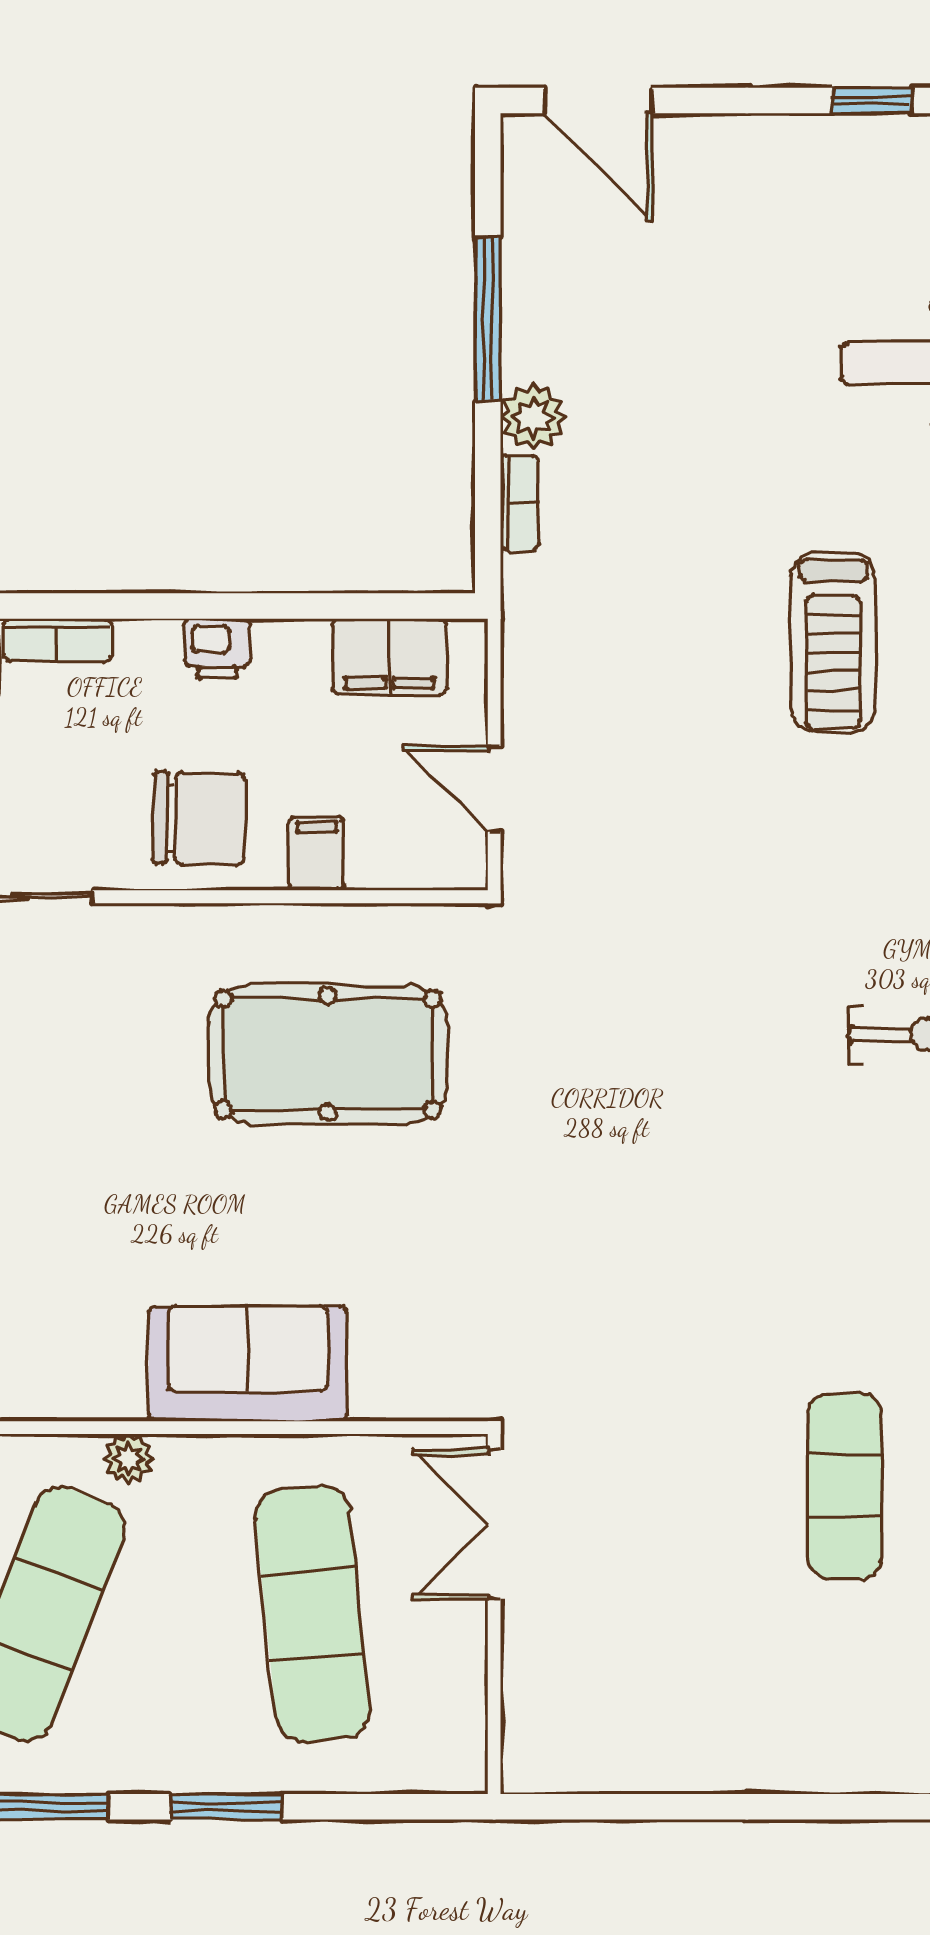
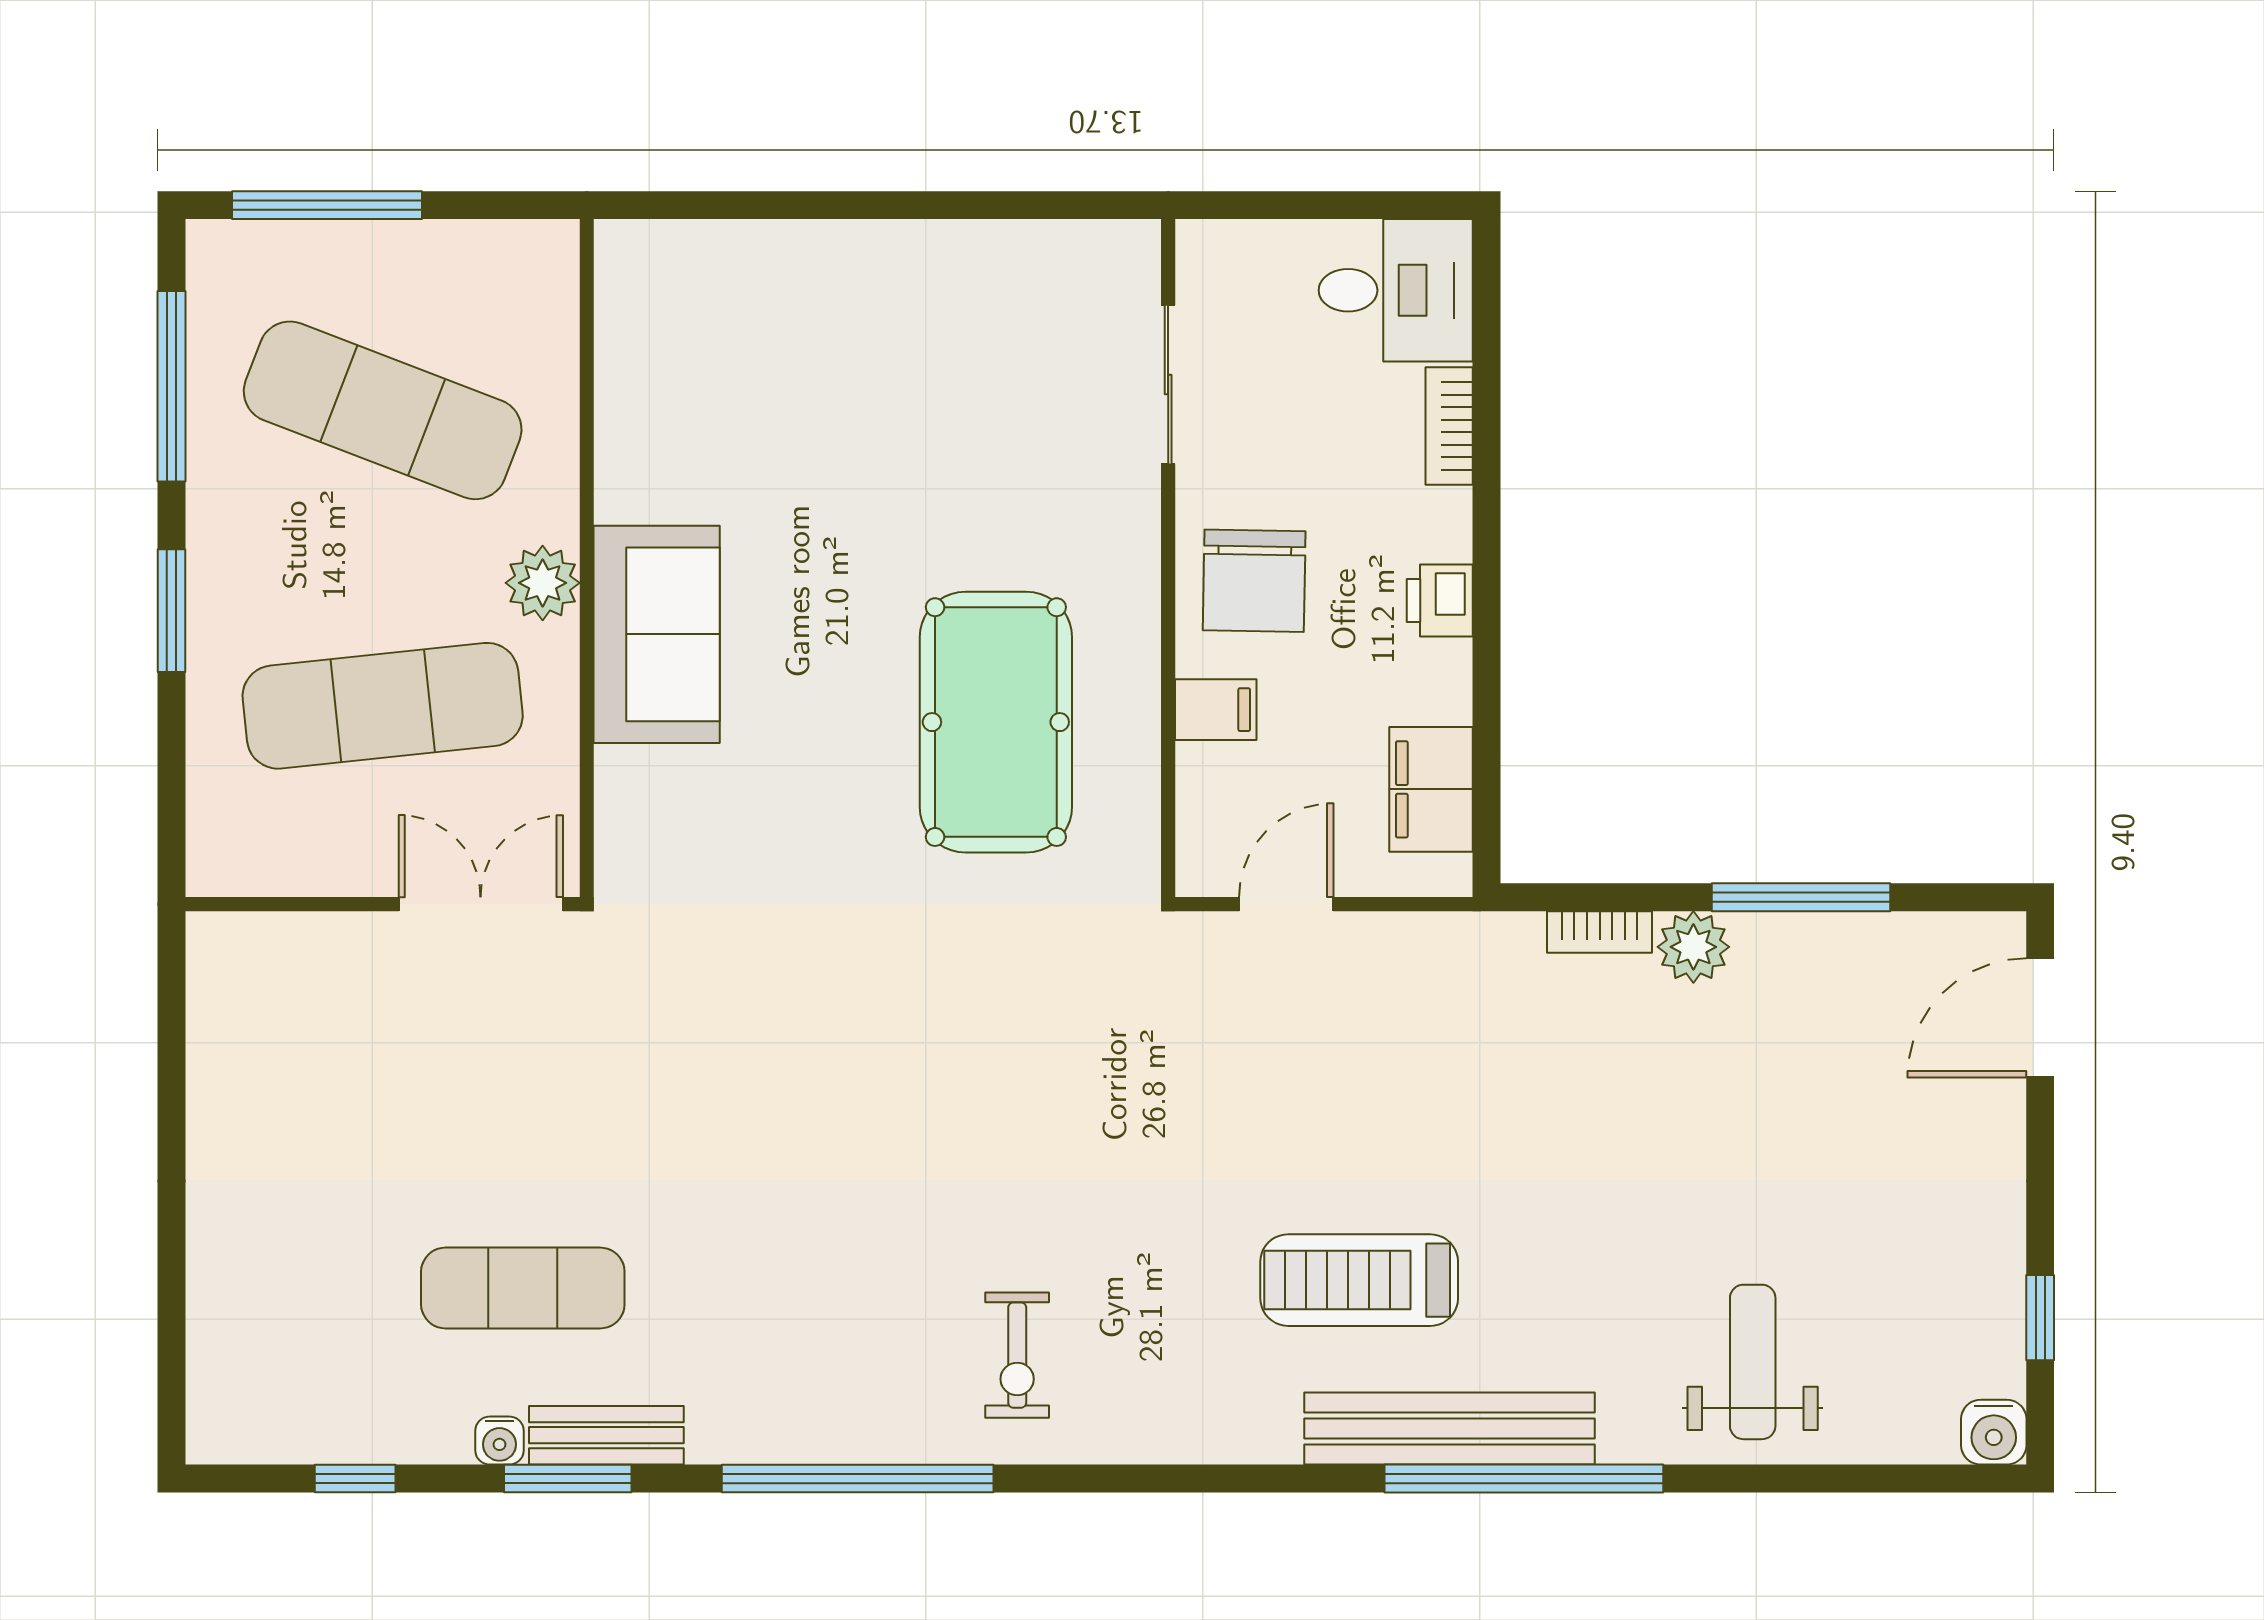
treadmill: (833, 642) -> (1359, 1280), moved
plant: (129, 1459) -> (543, 583), moved, width x1.38, depth x1.38

